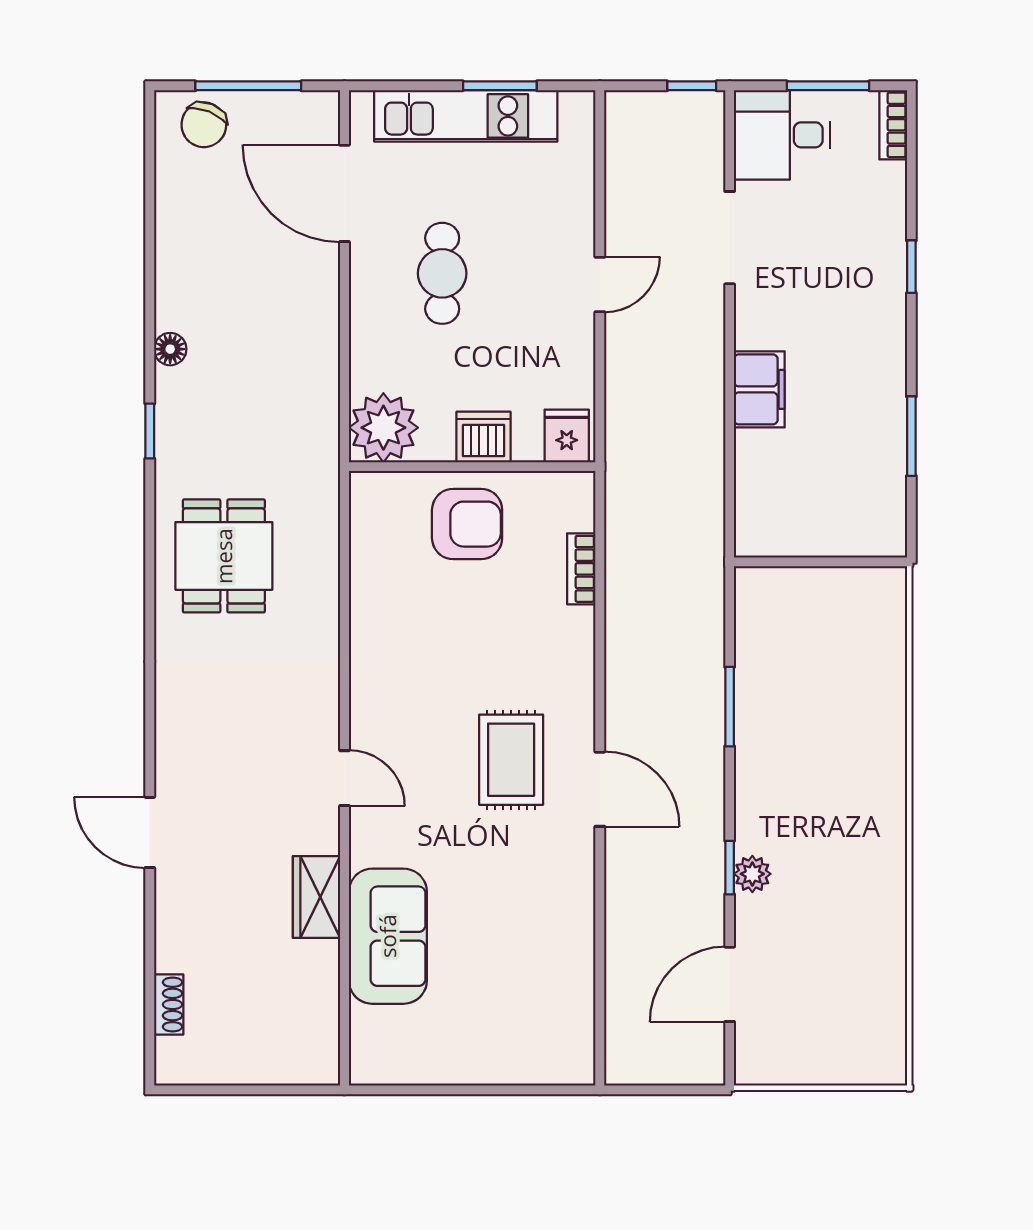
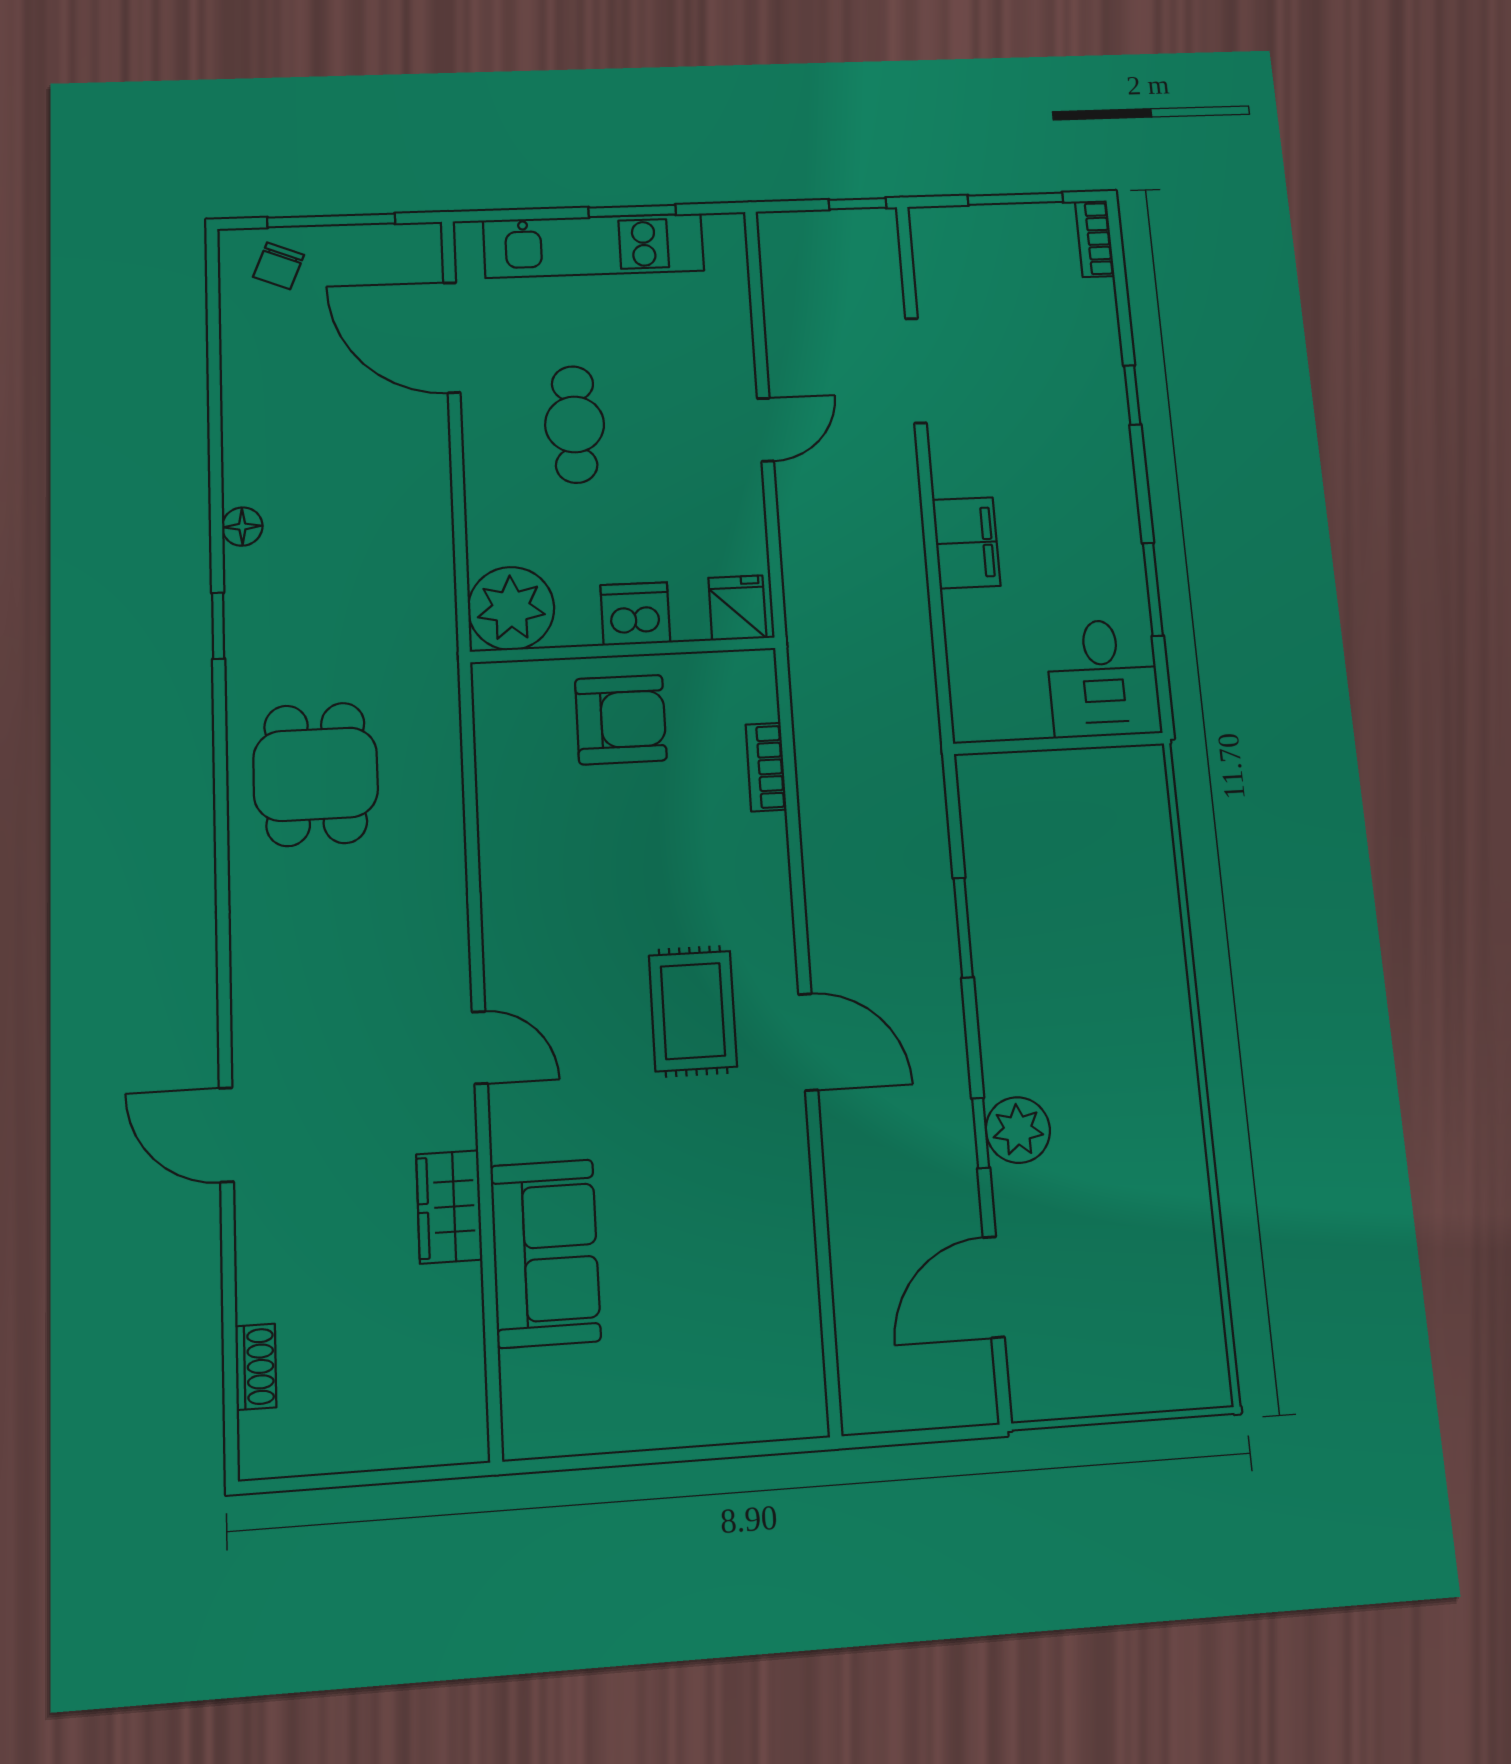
chair: (204, 125) -> (279, 266), width x0.73, depth x0.73
desk: (782, 135) -> (1103, 678), moved, turned -90
plant: (752, 874) -> (1018, 1130), width x1.38, depth x1.38

